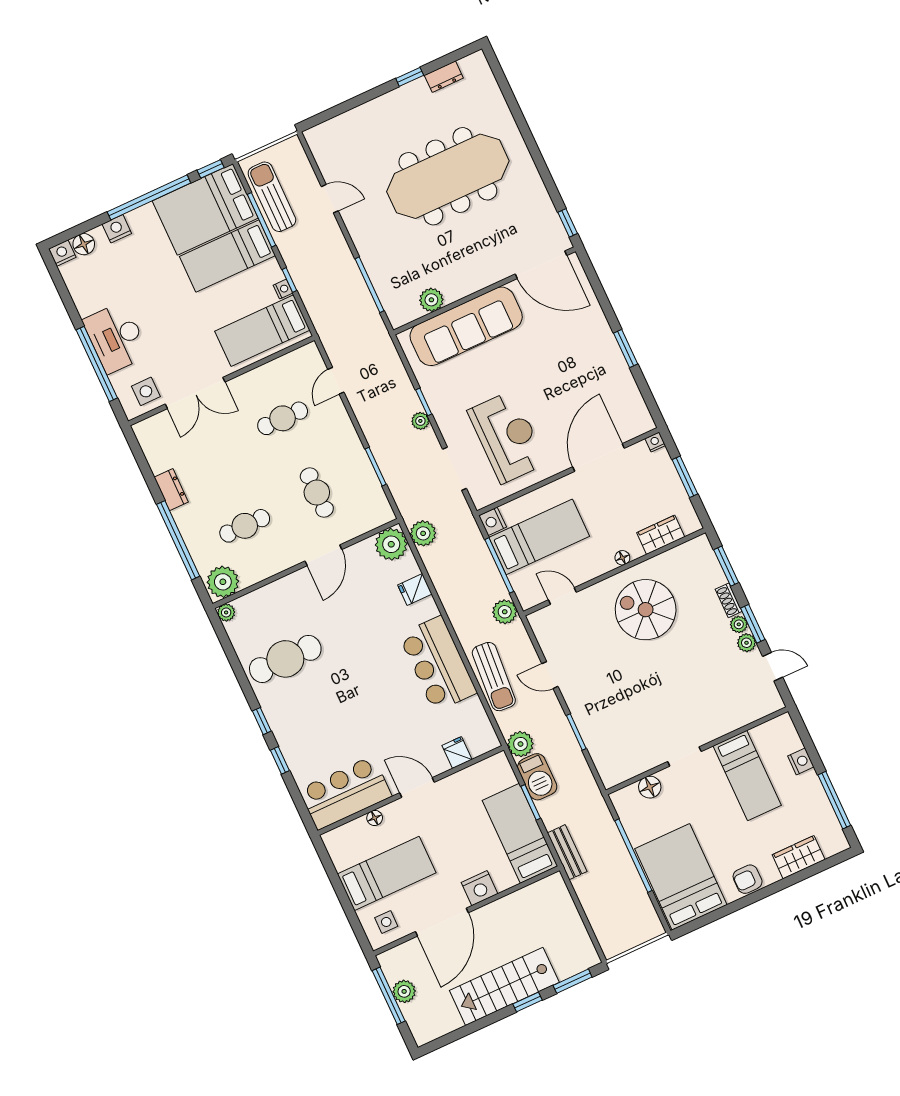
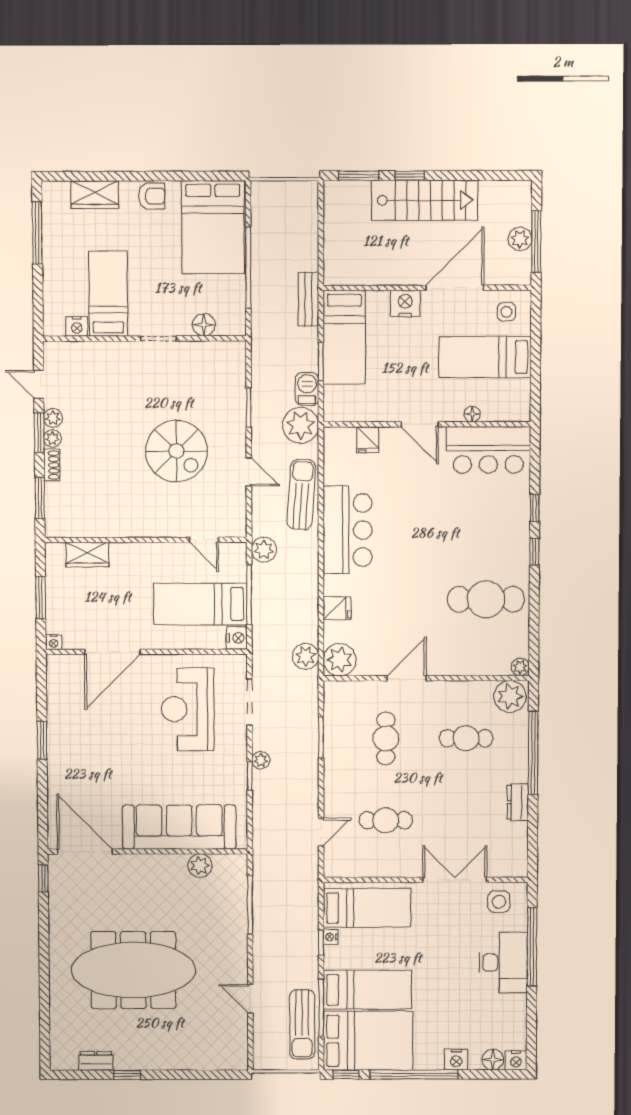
floor lamp: (622, 558) -> (132, 550), removed
spiral stairs: (646, 610) -> (176, 451), moved
plant: (520, 744) -> (301, 425), width x1.36, depth x1.36
nightstand: (801, 761) -> (77, 326), moved, turned -90
barbecue: (537, 777) -> (307, 389), width x0.73, depth x0.79

